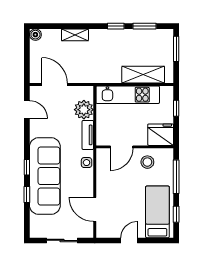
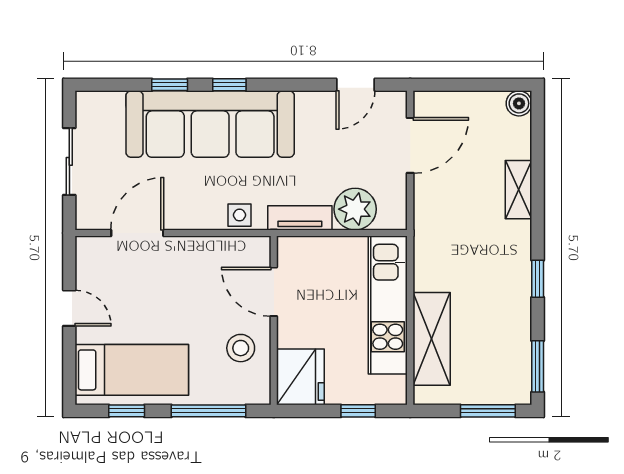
window: (144, 26) -> (538, 366), moved

